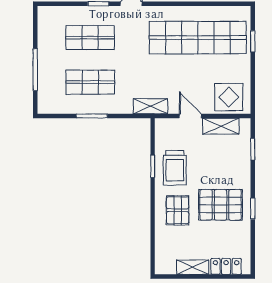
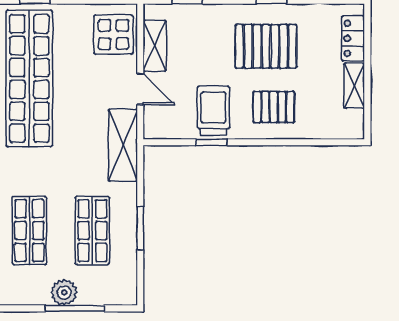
plant: (46, 62) -> (64, 292), added
shelving: (150, 106) -> (123, 145), width x1.50, depth x1.33
door: (190, 116) -> (140, 89), swing flipped
trolley: (175, 168) -> (213, 111), turned -90
pallet: (220, 205) -> (266, 46), turned 90

